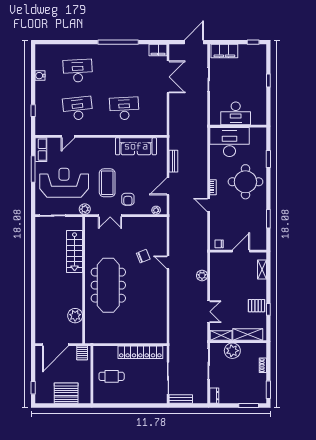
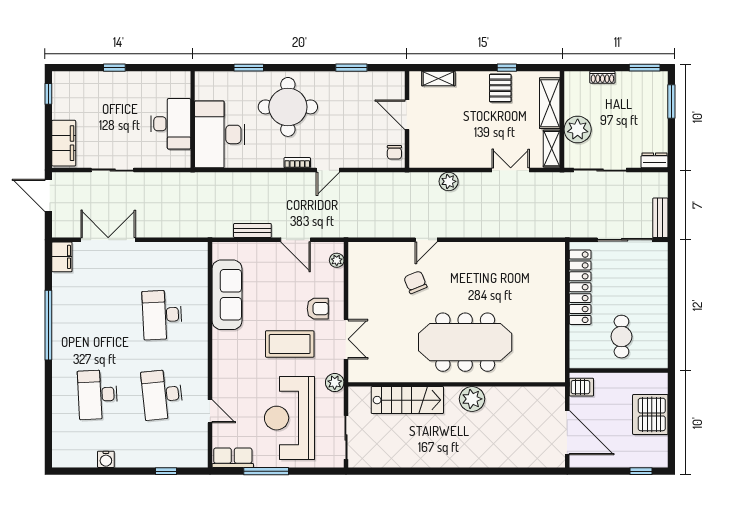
plant: (75, 316) -> (472, 399), moved

